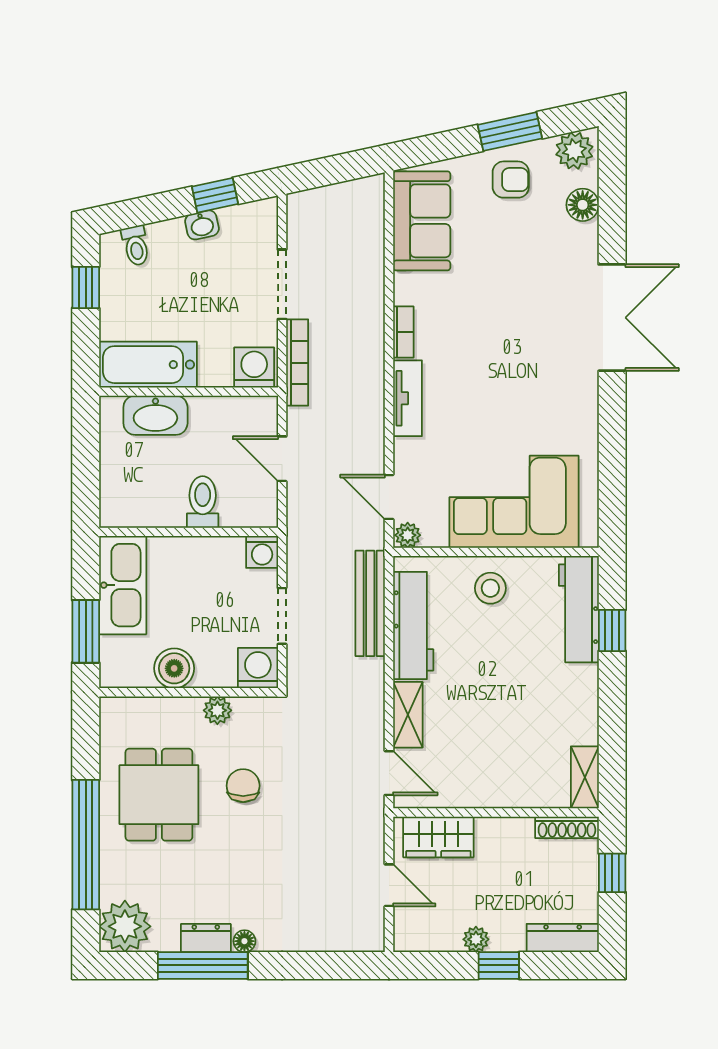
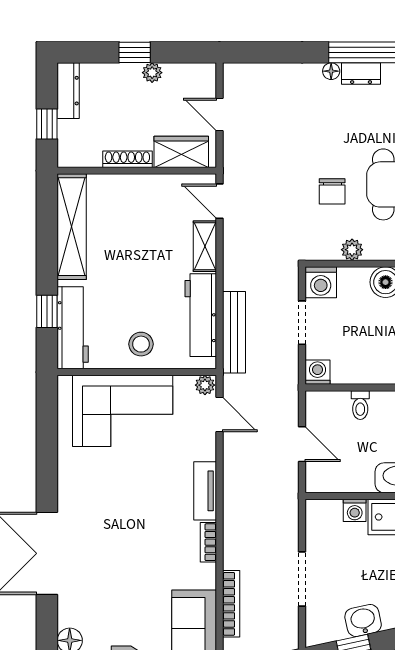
washbasin: (202, 225) -> (363, 621), width x1.38, depth x1.45
bookcase: (297, 363) -> (231, 604), moved, turned 180
washing machine: (254, 368) -> (355, 510), moved, width x0.73, depth x0.73
toilet: (203, 502) -> (360, 405), width x0.73, depth x0.72
shelving: (585, 777) -> (72, 227), width x2.20, depth x1.33
shoe rack: (567, 827) -> (127, 159), moved
dresser: (563, 938) -> (68, 91), moved, turned -90

